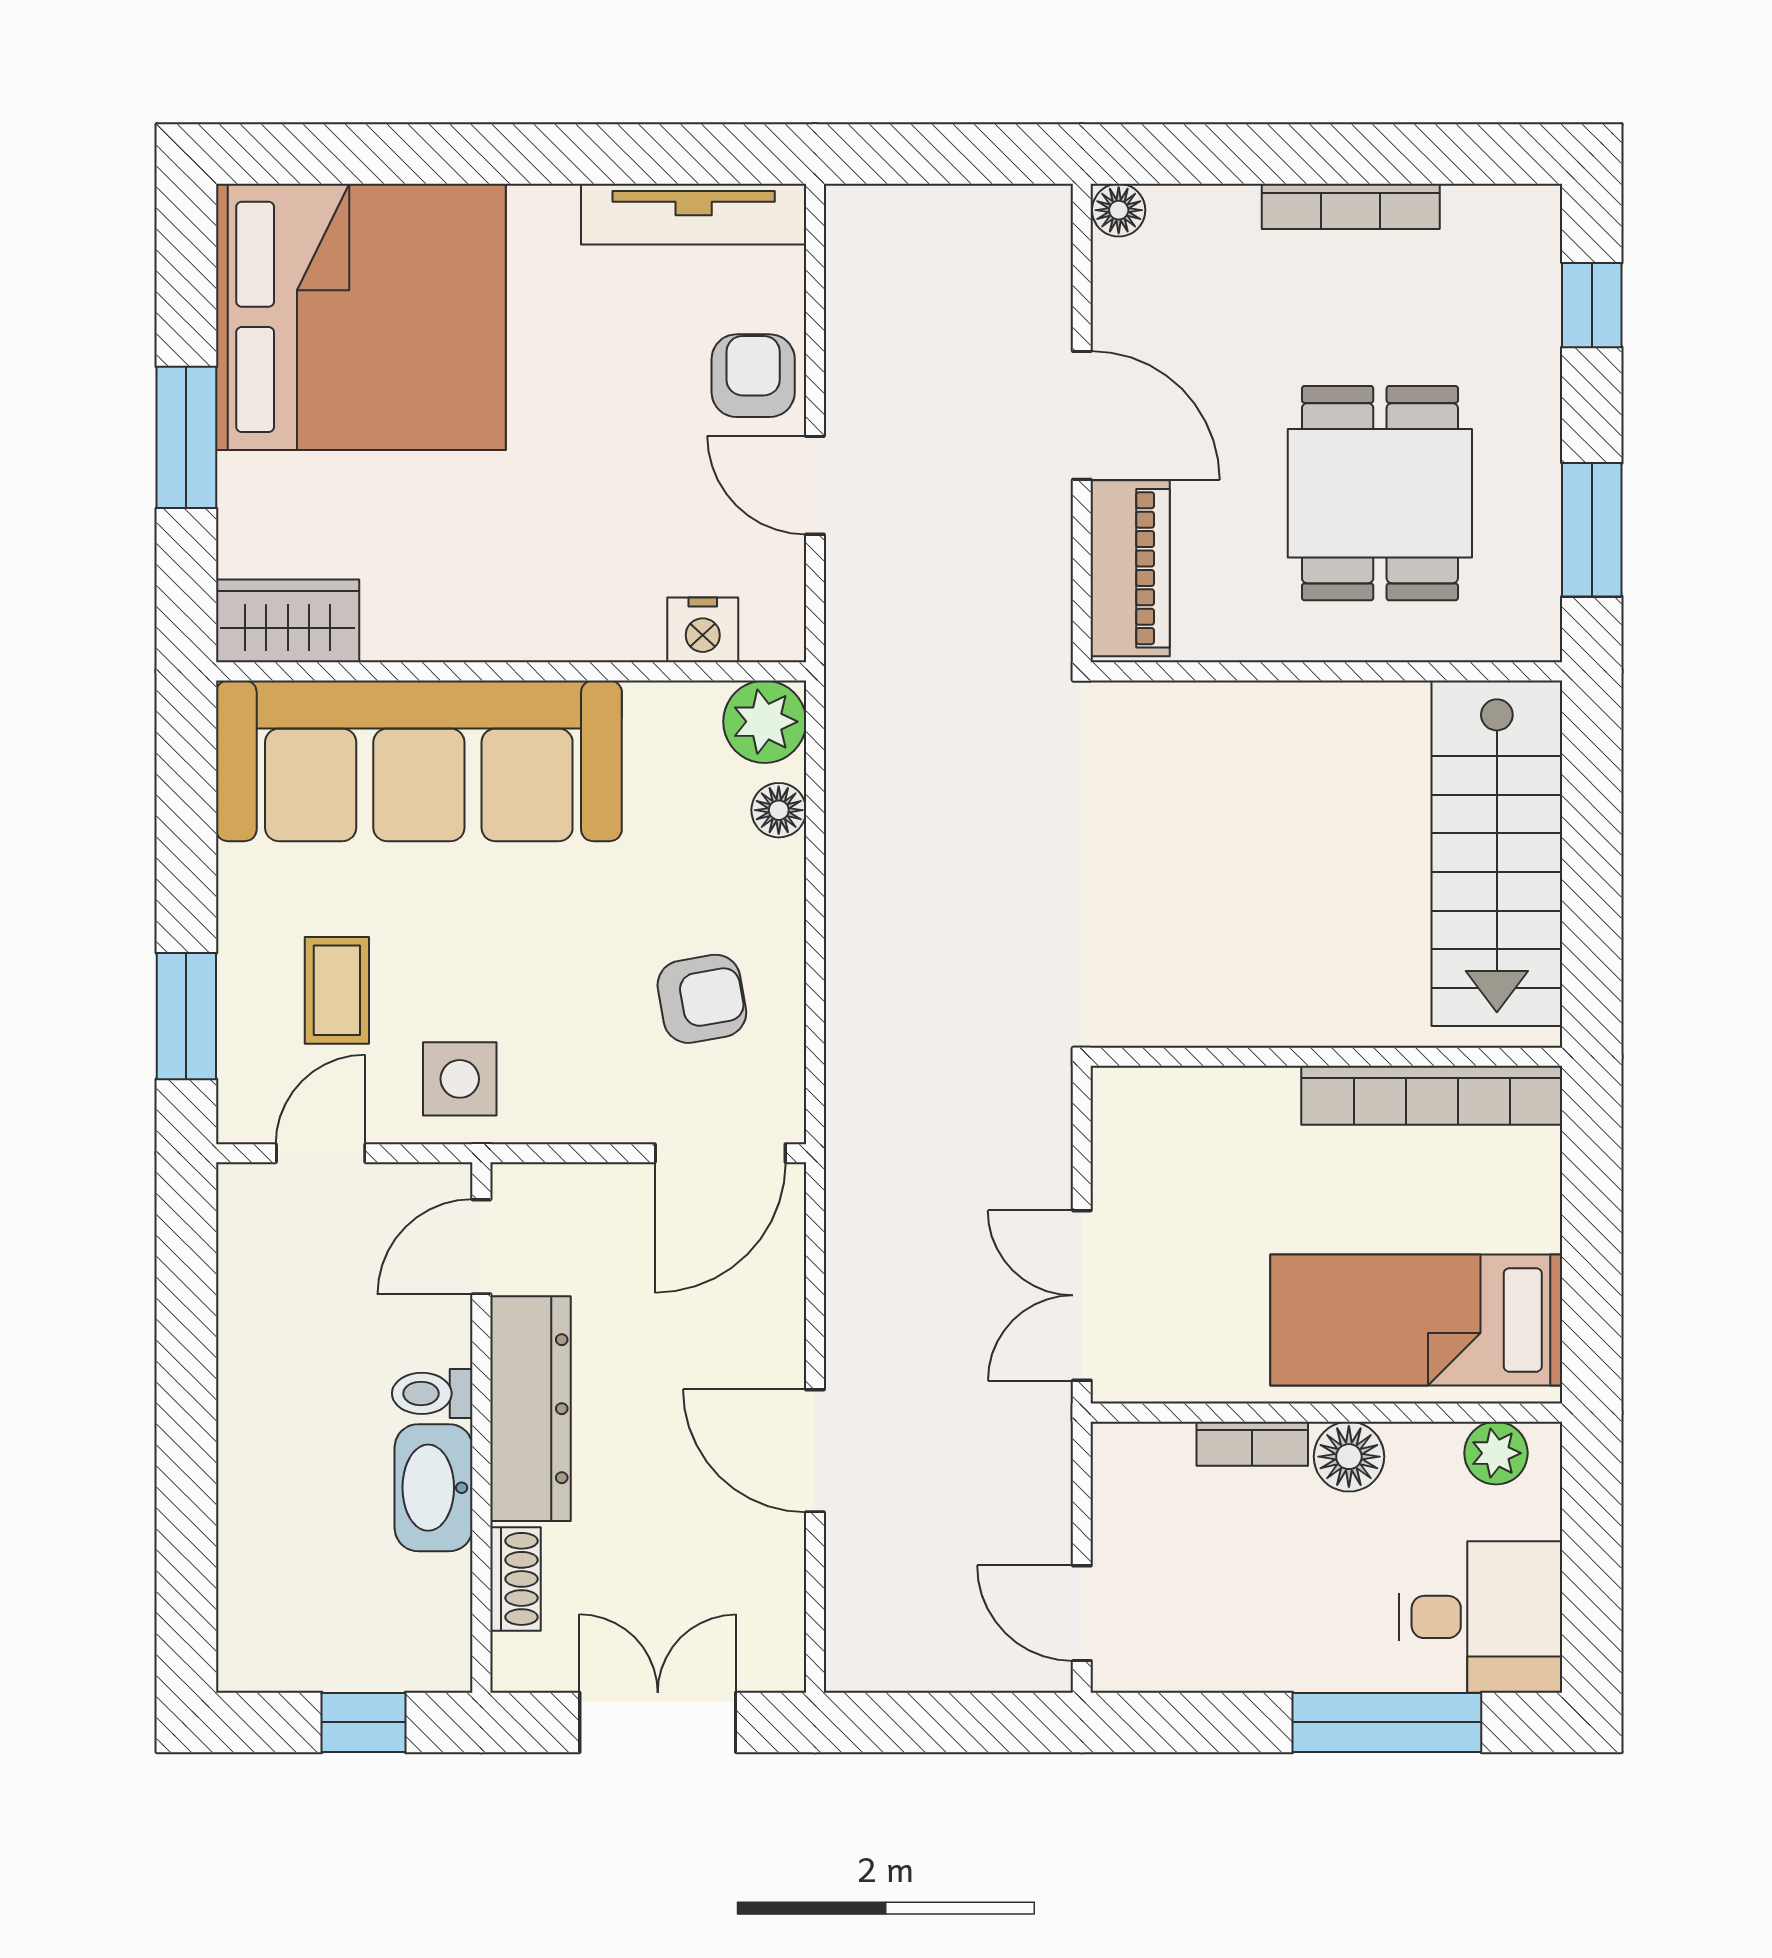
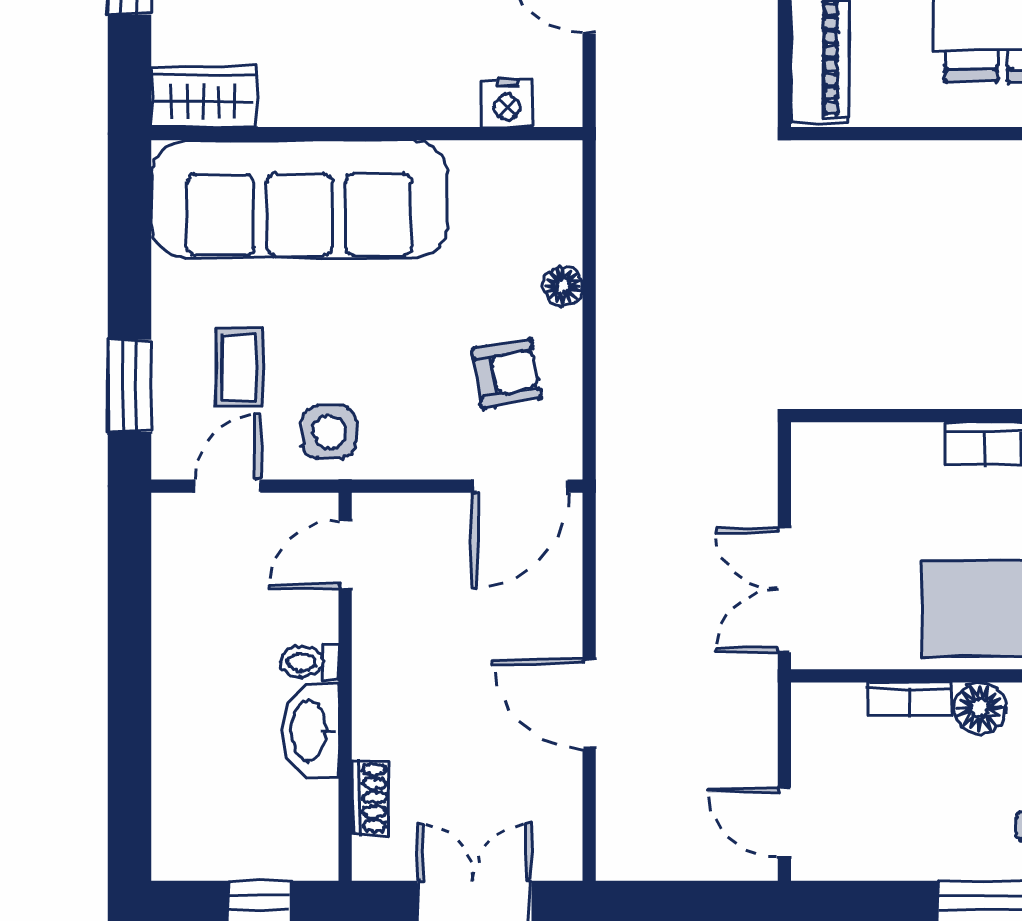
plant: (765, 722) -> (552, 170), removed
floor lamp: (779, 810) -> (563, 286), moved
dresser: (530, 1409) -> (381, 673), removed

